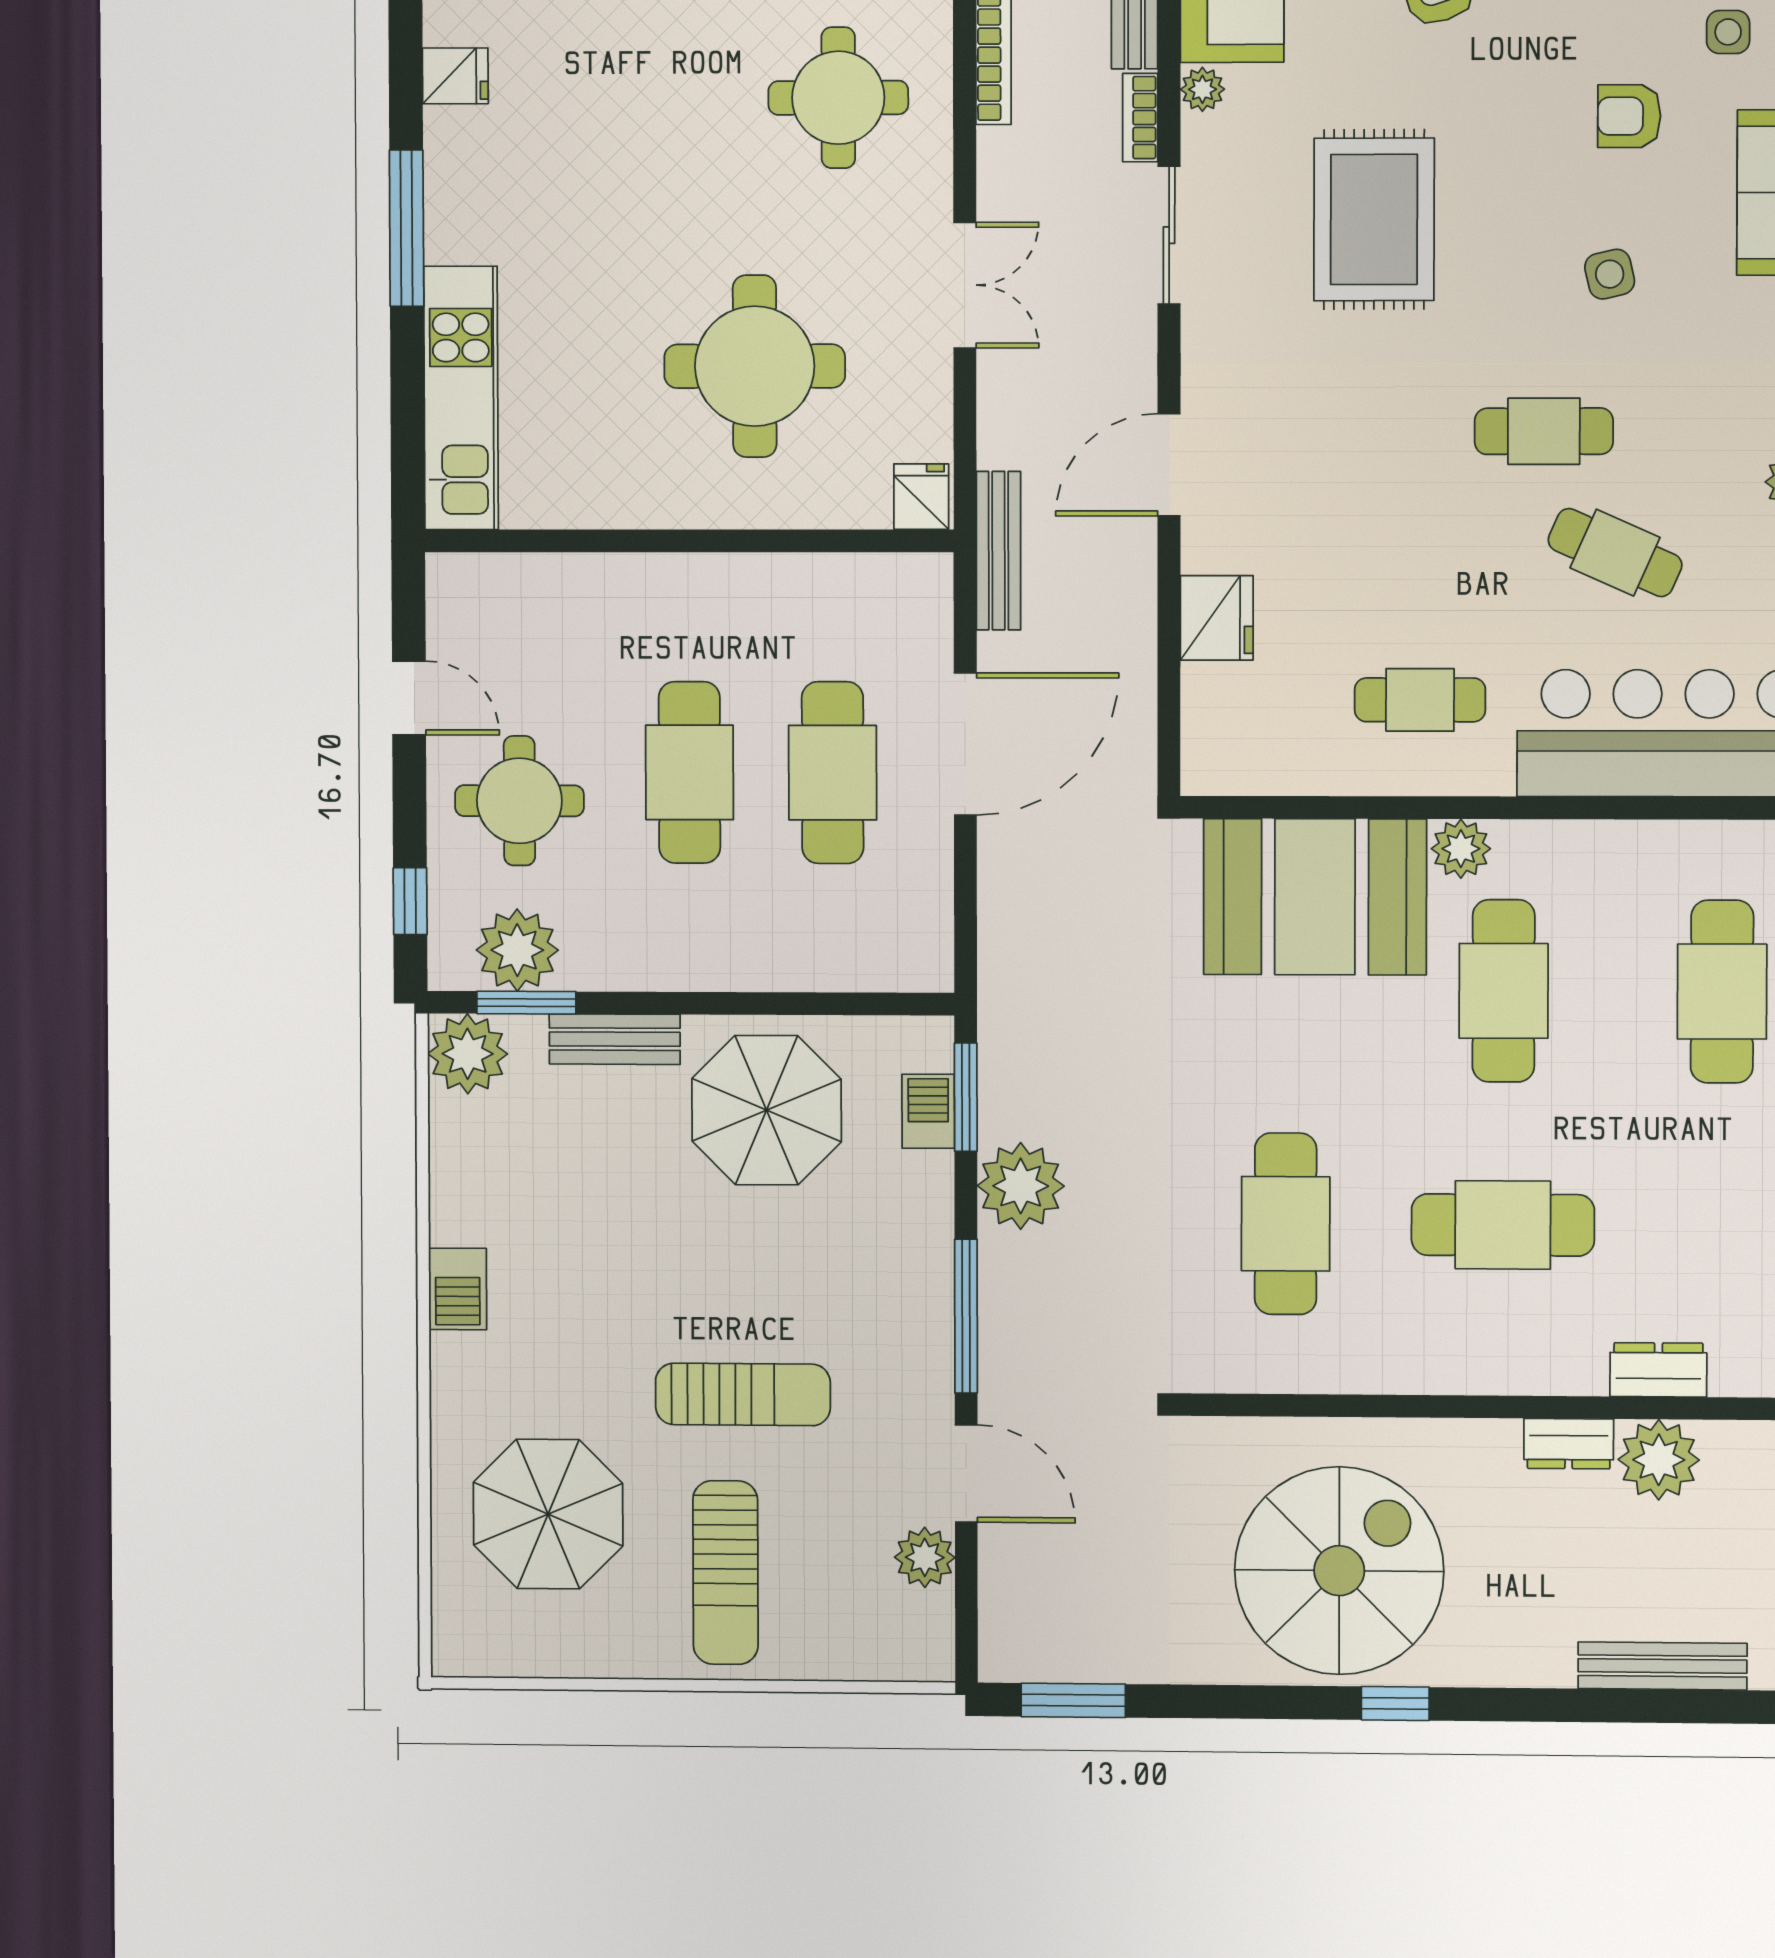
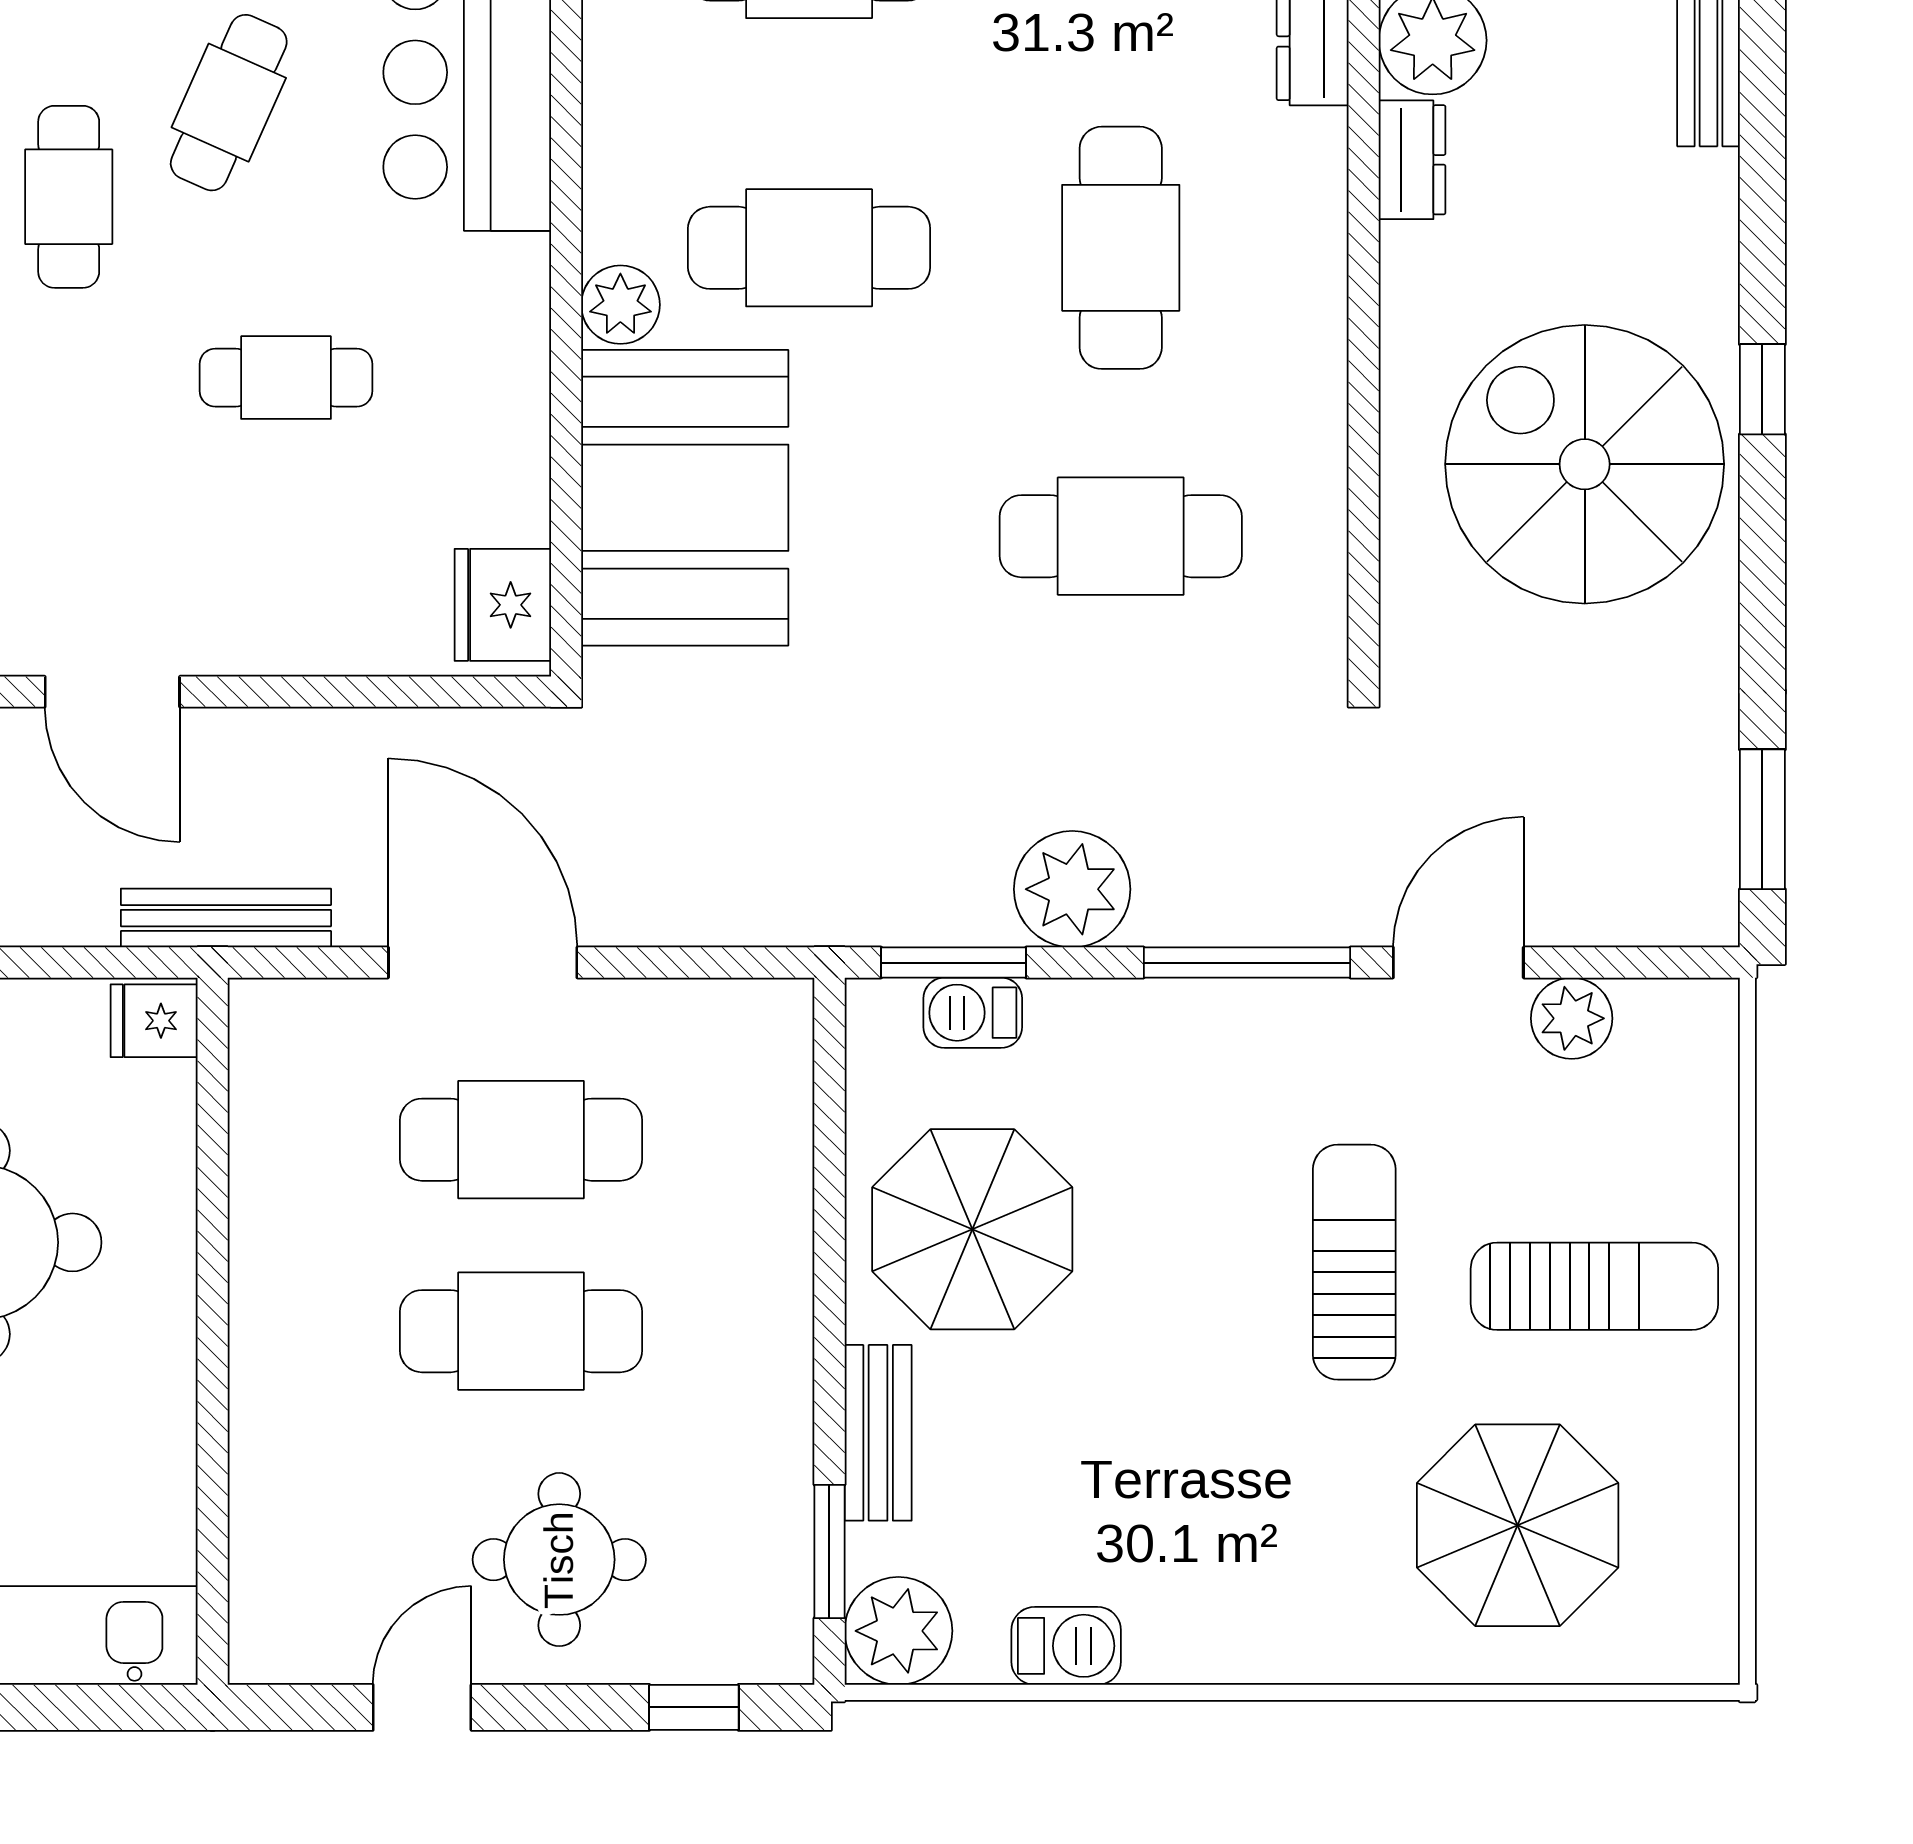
fridge: (1217, 618) -> (503, 605), moved, turned -90
cafe table: (1420, 700) -> (286, 378), moved, turned 90
plant: (517, 950) -> (759, 1563), removed
barbecue: (458, 1289) -> (1066, 1646), moved

